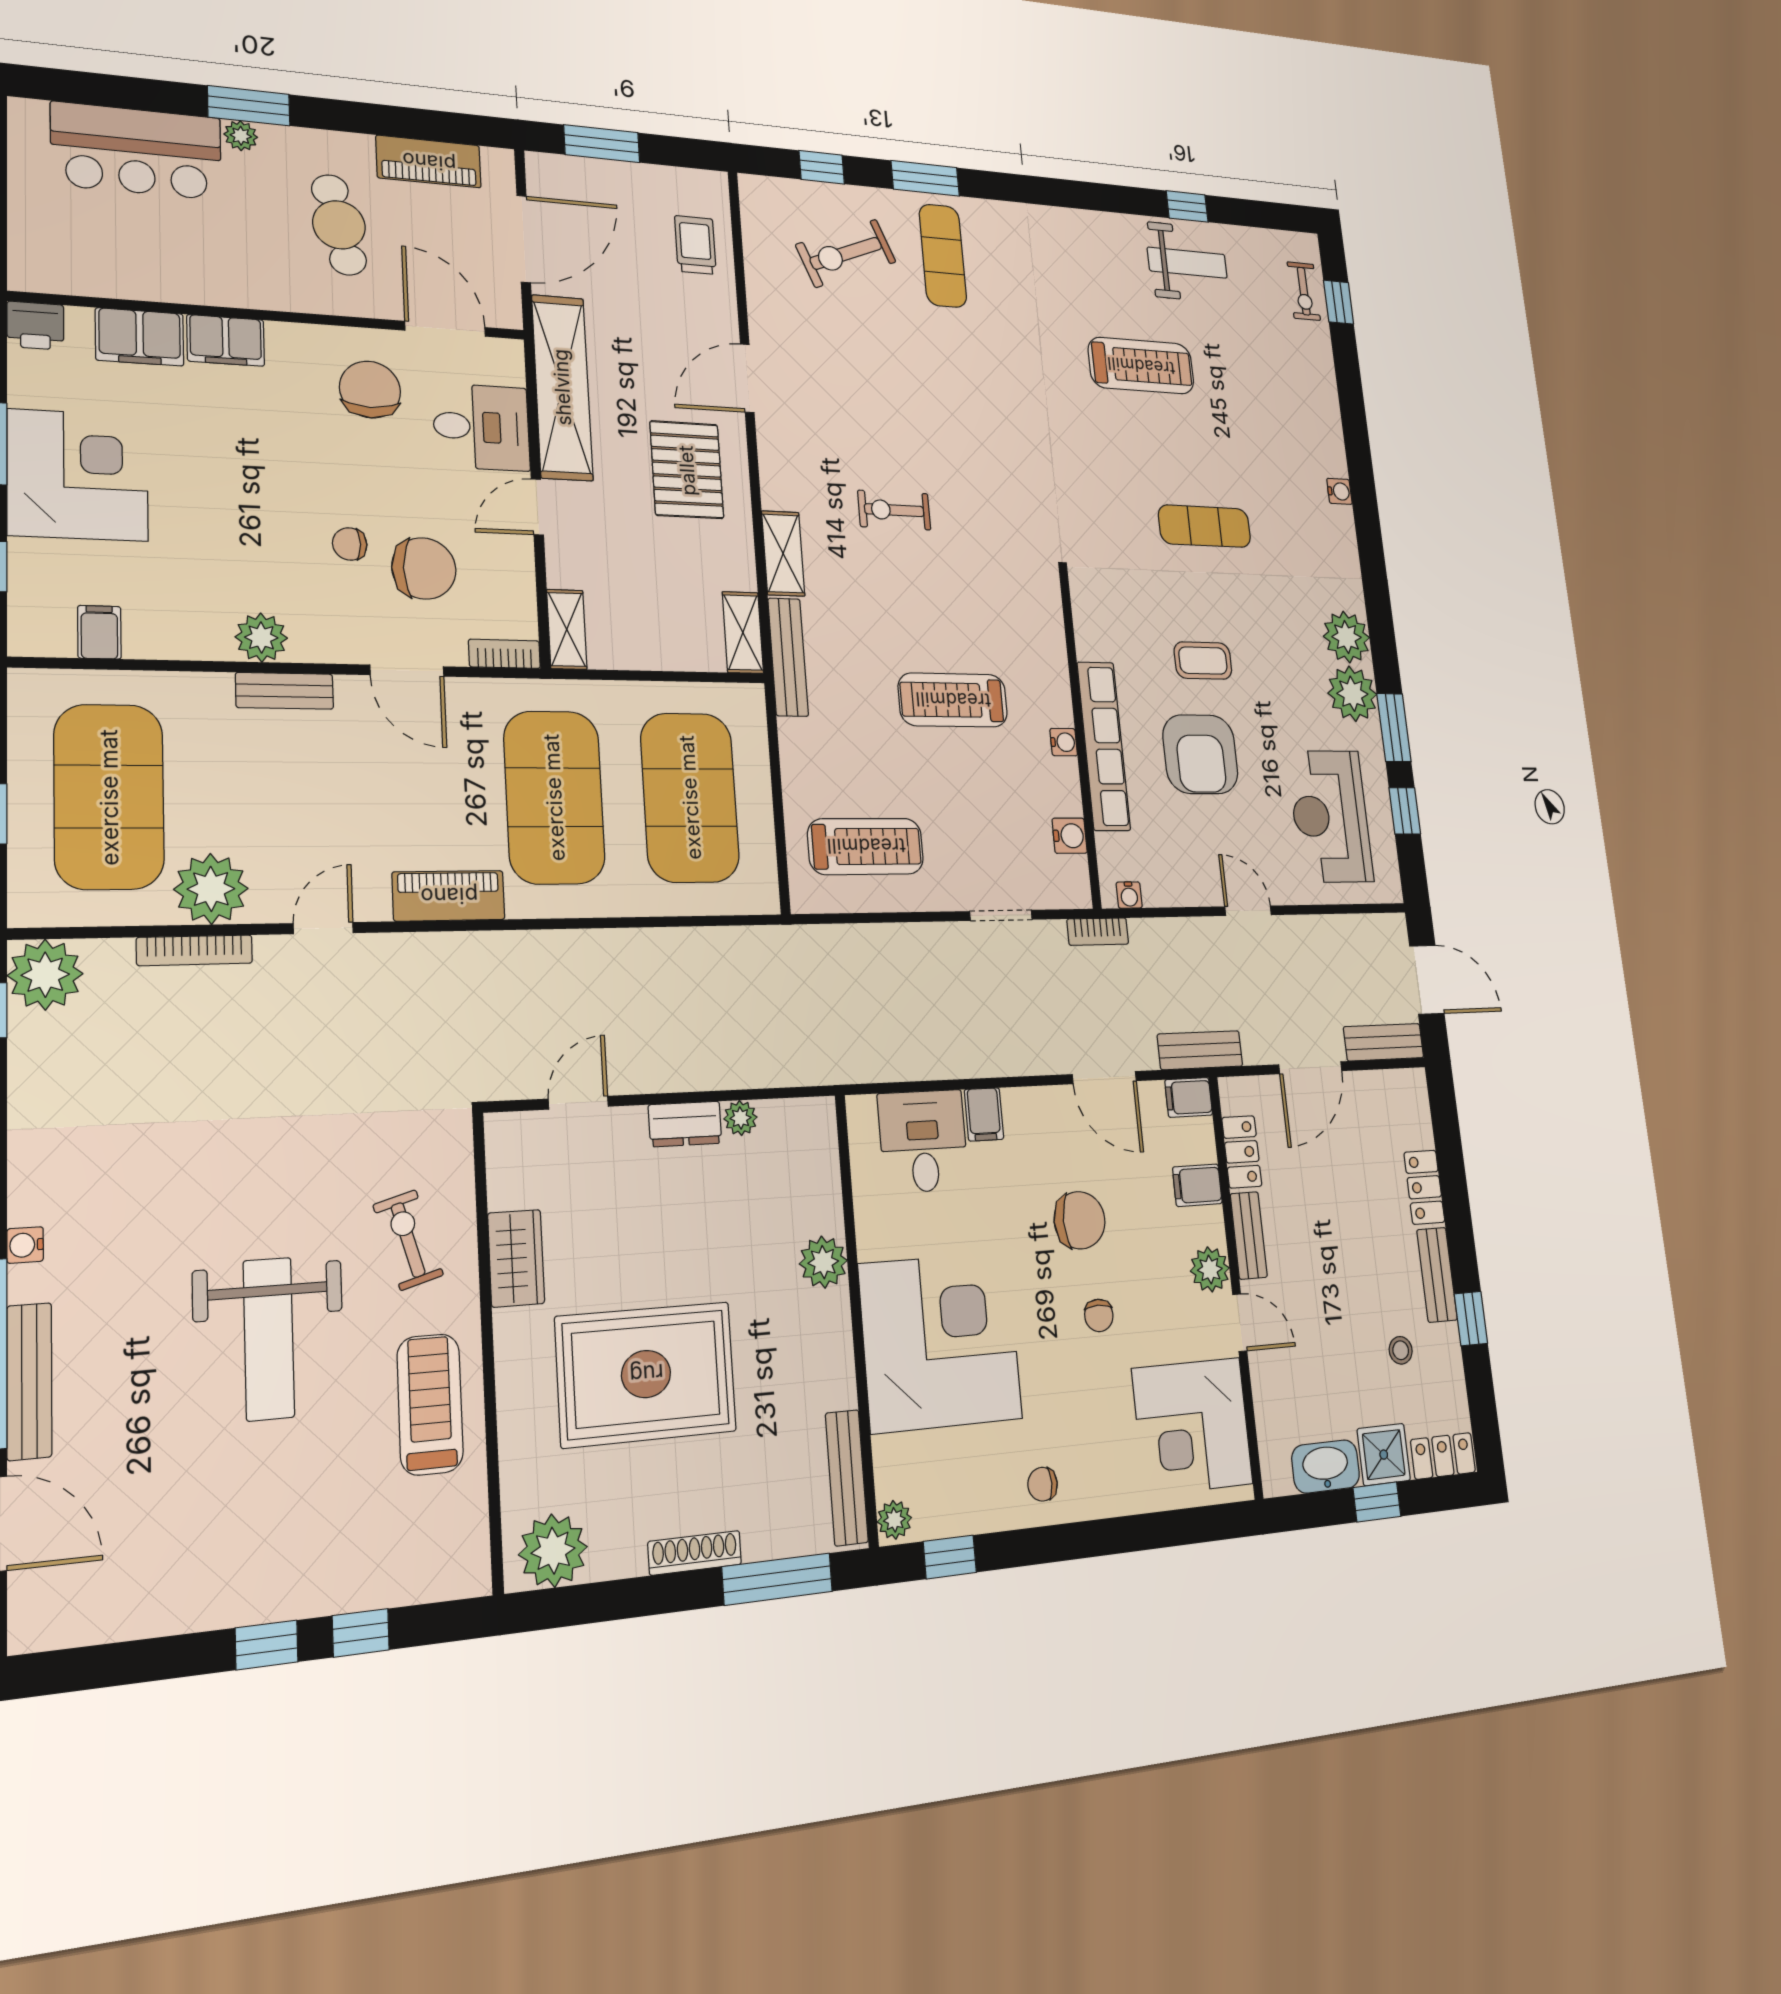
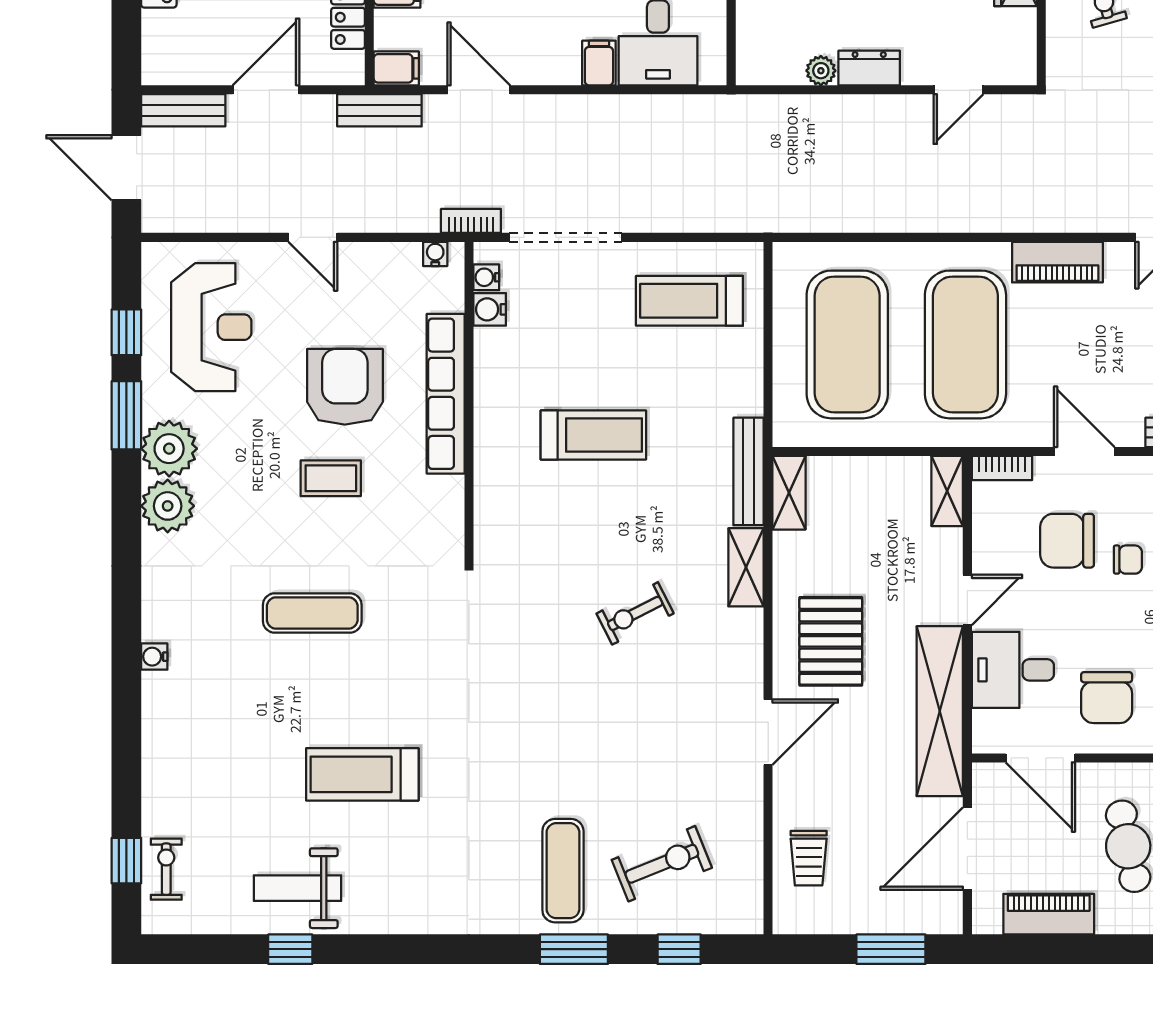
exercise bike: (894, 510) -> (635, 613), turned 153
water cooler: (1064, 742) -> (486, 277), moved
doorway: (1001, 915) -> (565, 237), width x1.88

